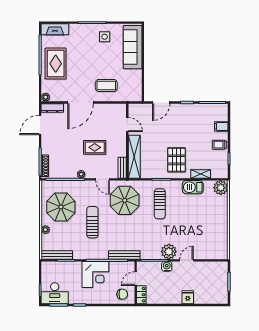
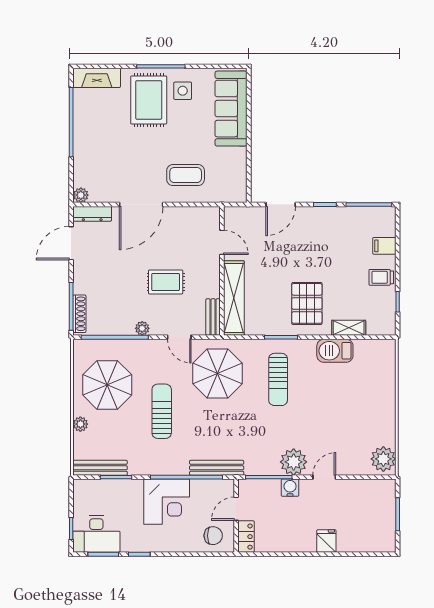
rug: (56, 64) -> (149, 100), moved
plant: (221, 188) -> (383, 459), moved

